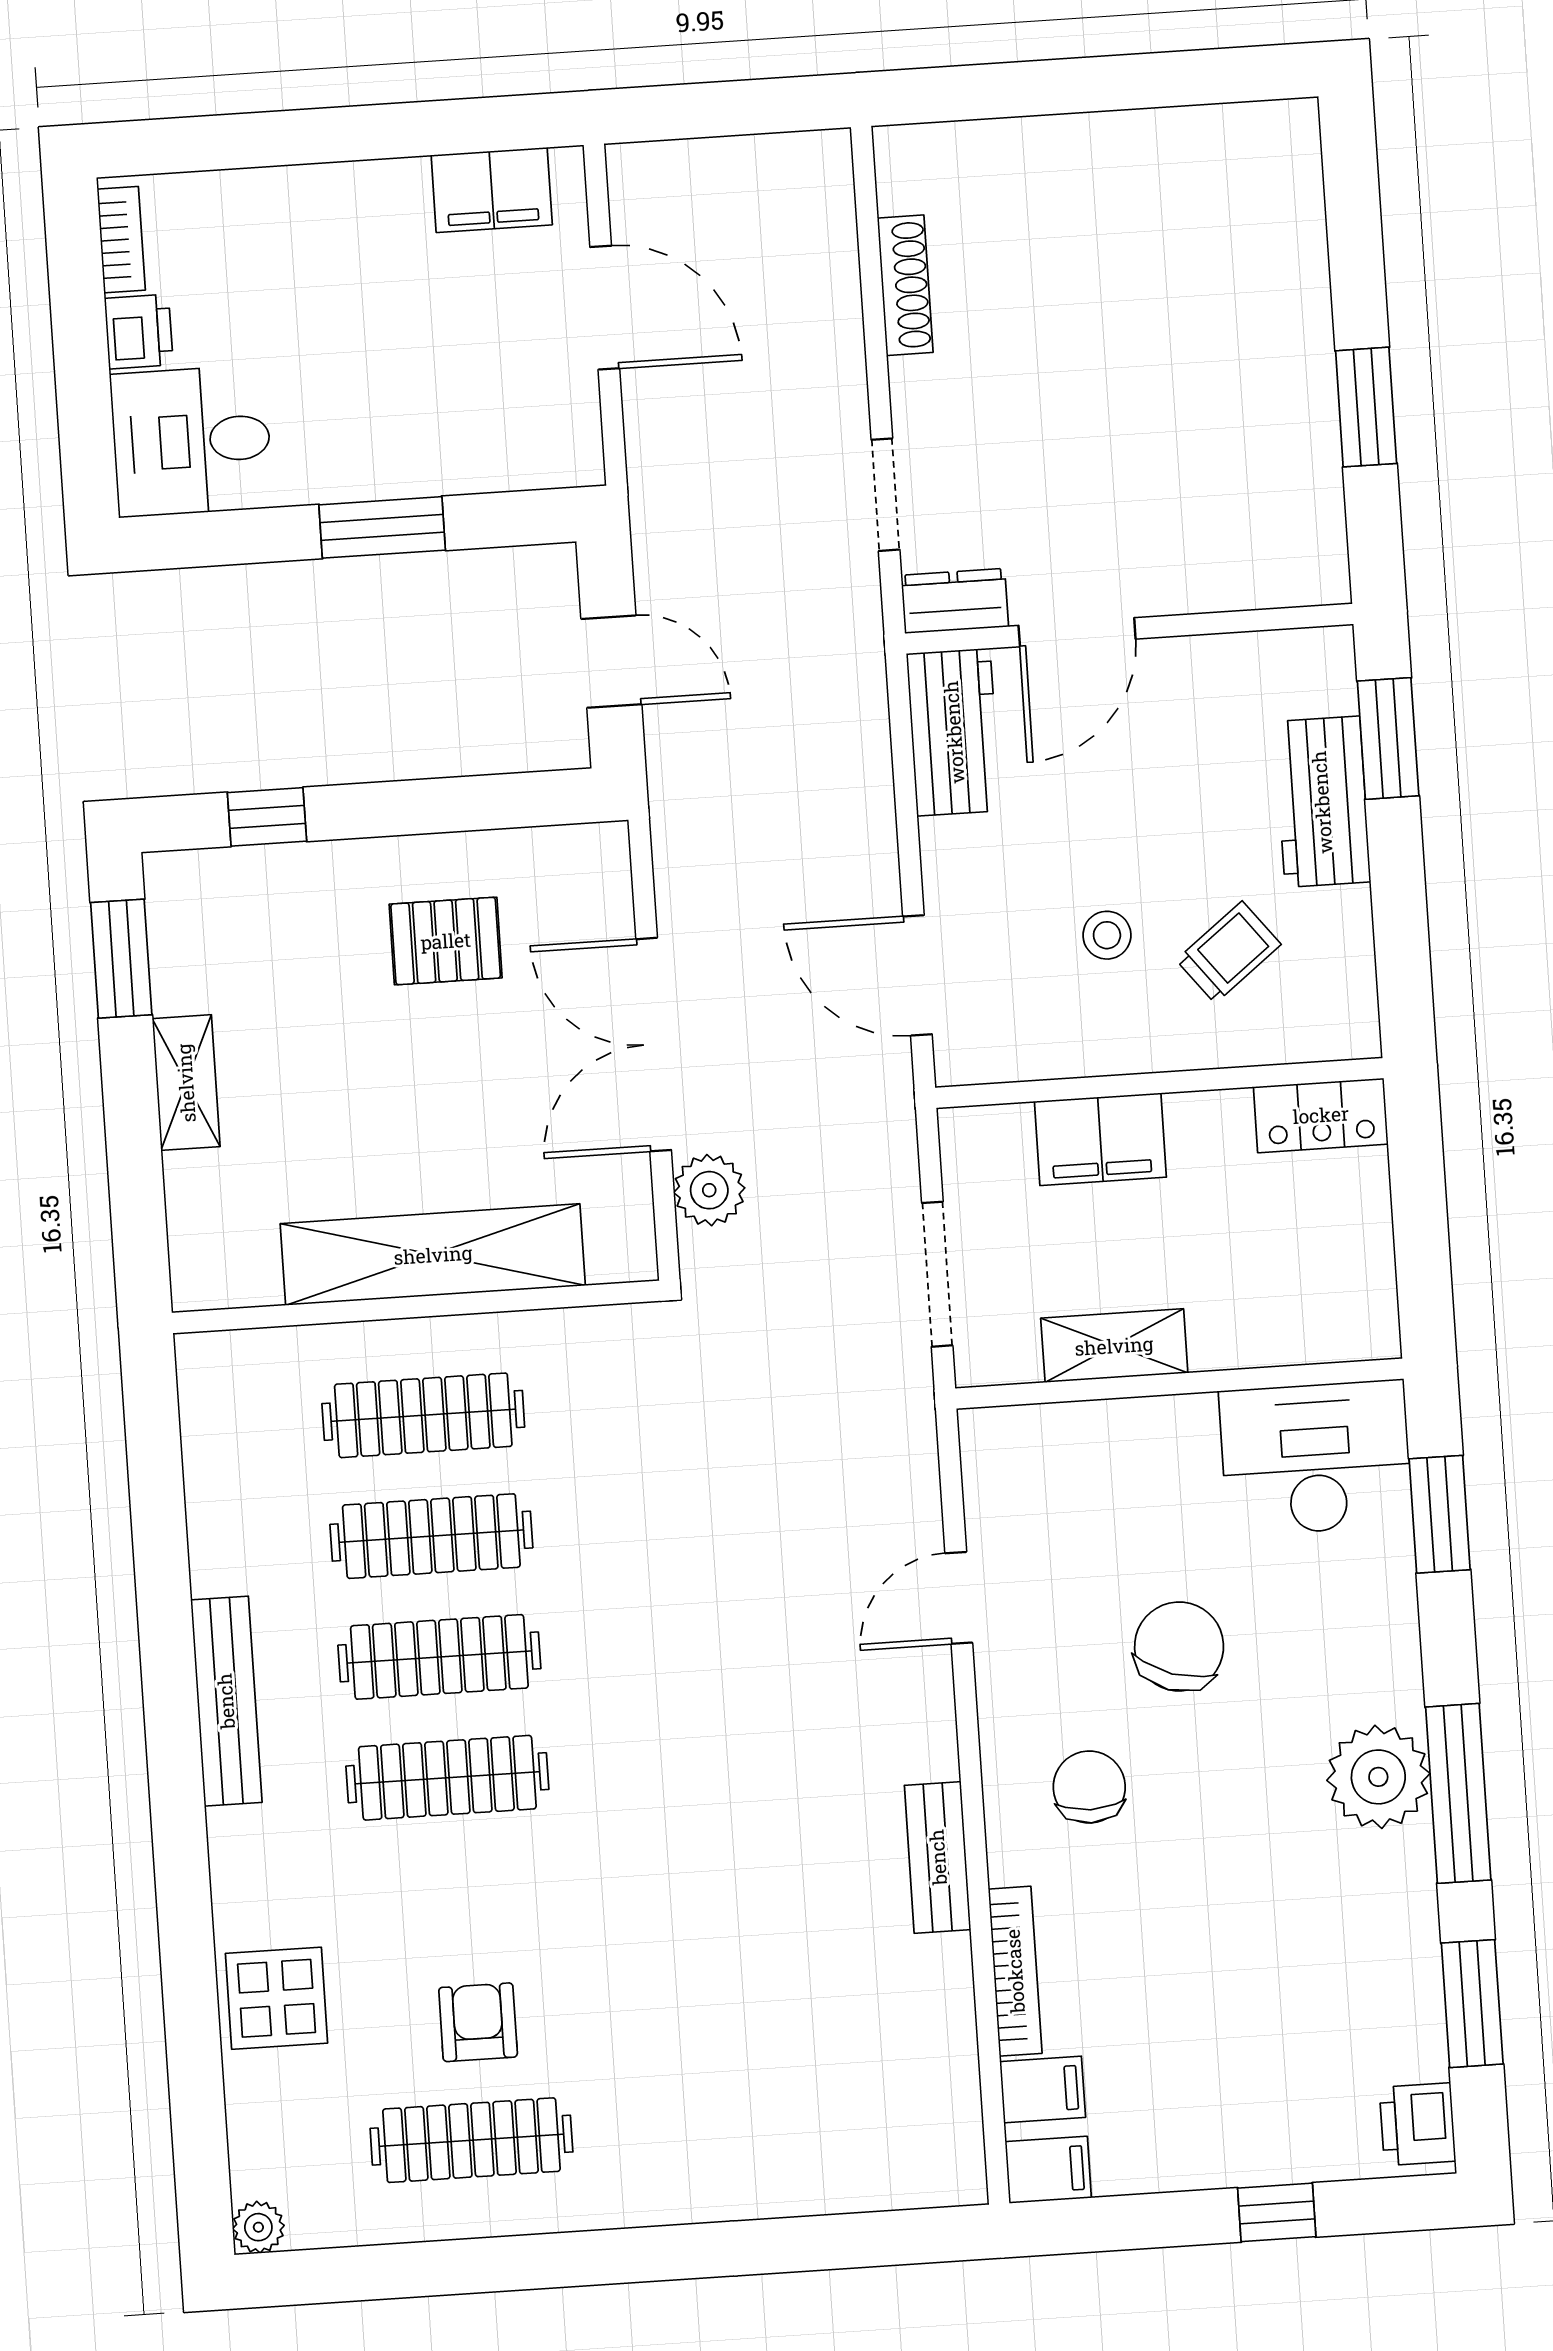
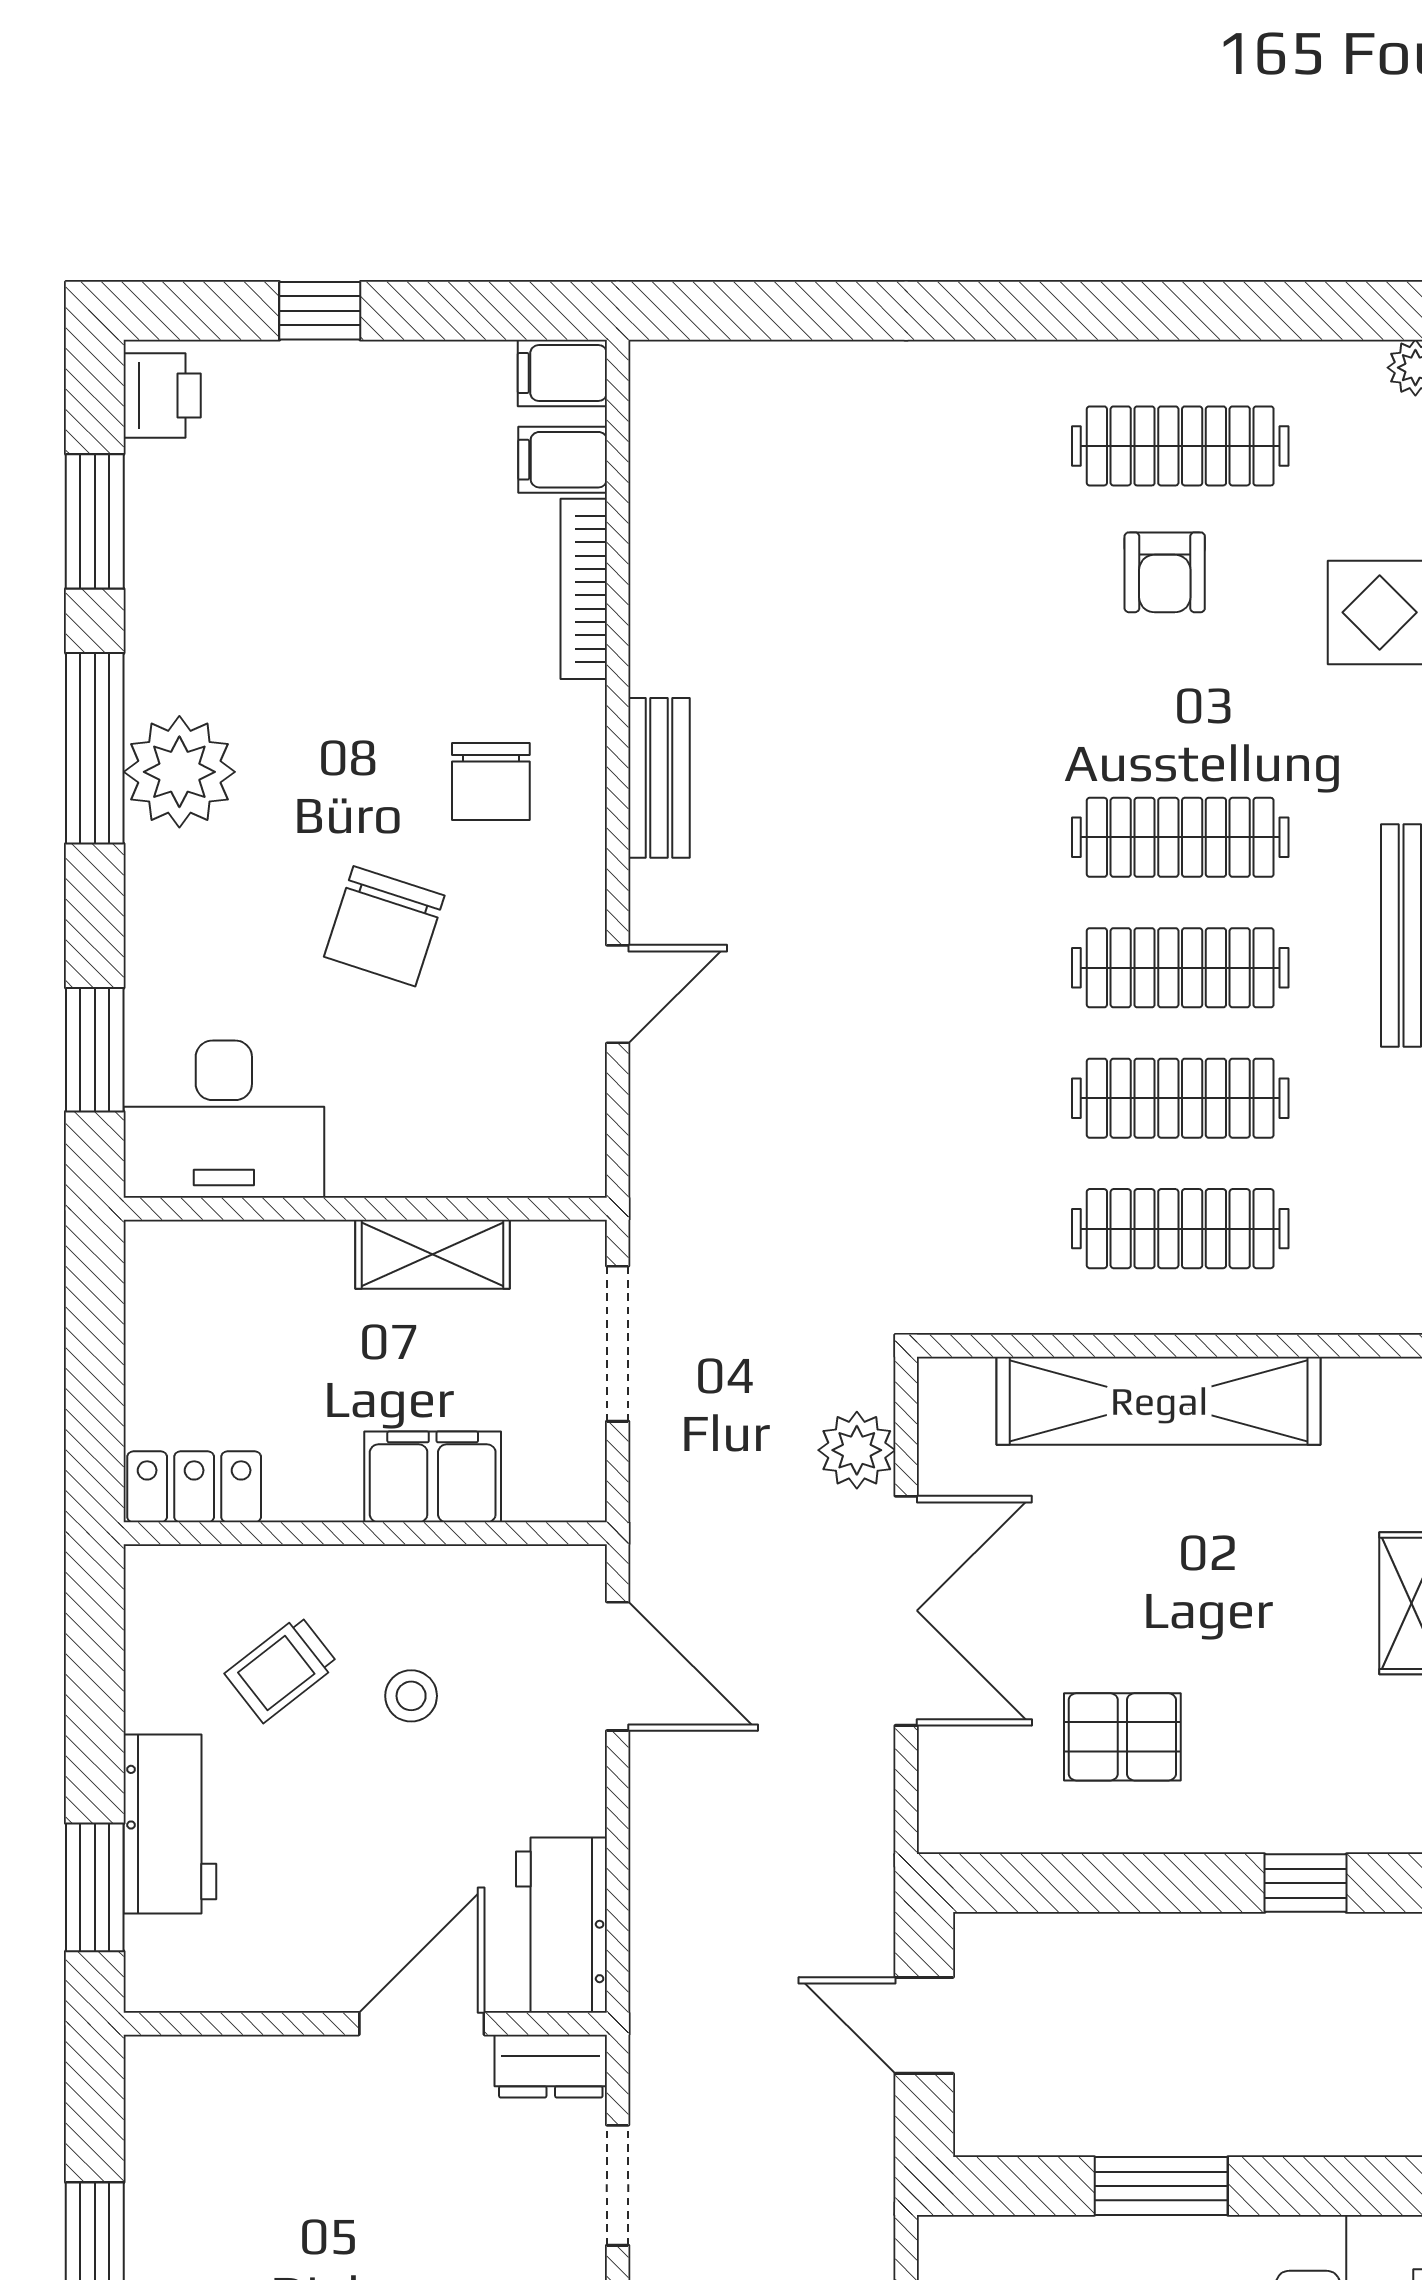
bench: (938, 1857) -> (659, 778), moved

